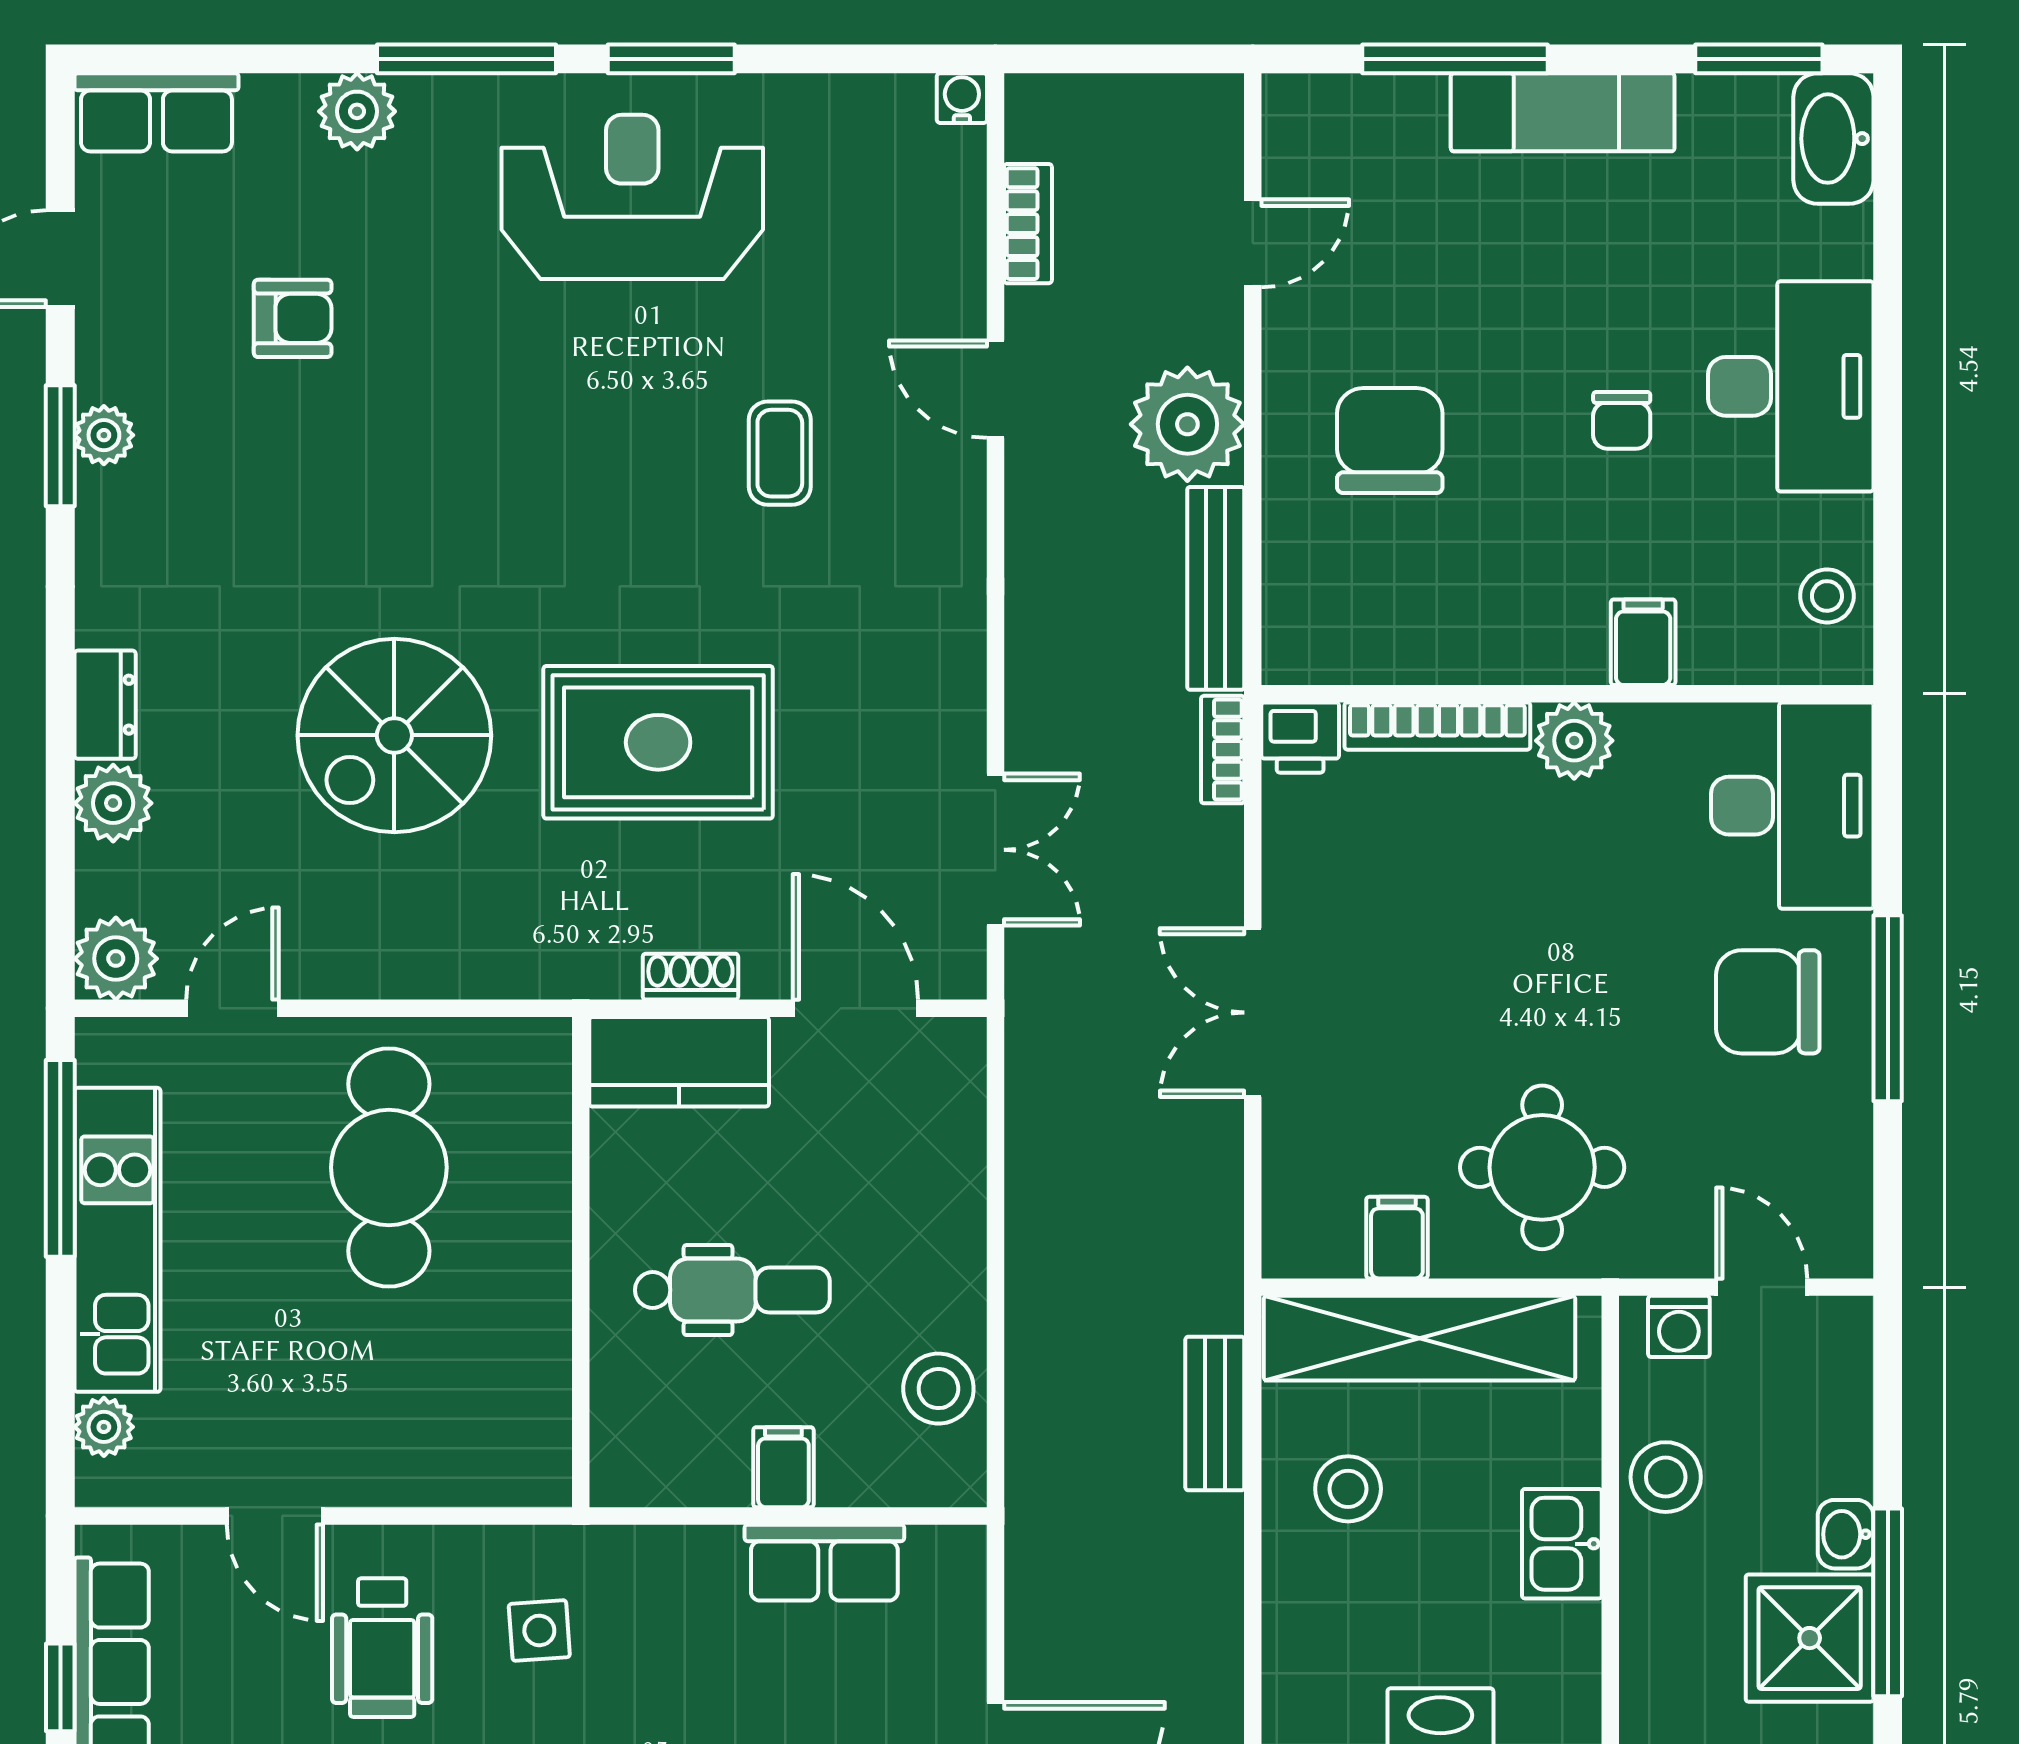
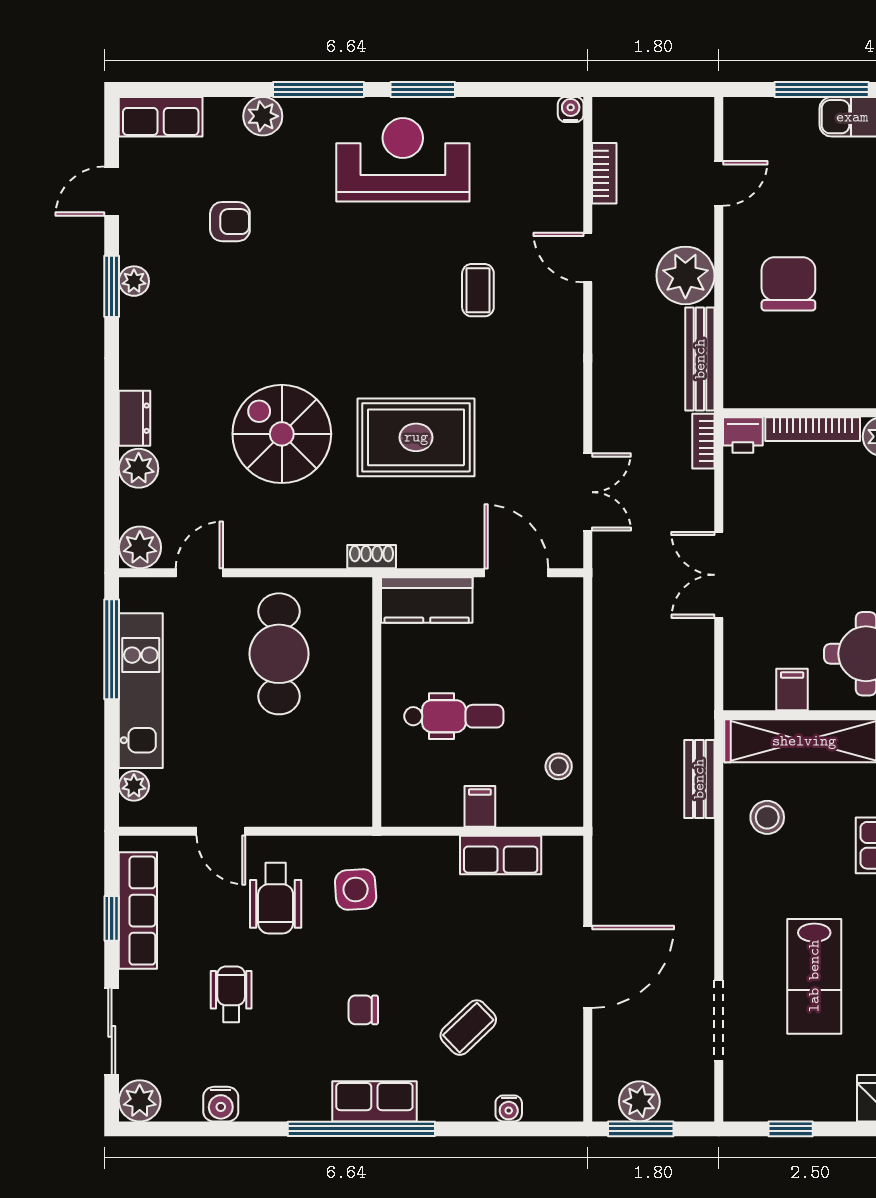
spiral stairs: (394, 735) -> (282, 434), turned 90
shoe rack: (690, 977) -> (372, 557), moved
stool: (938, 1389) -> (559, 766), width x0.73, depth x0.73
side table: (539, 1630) -> (356, 889), width x1.37, depth x1.37

